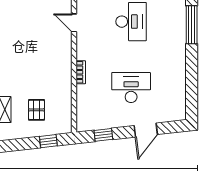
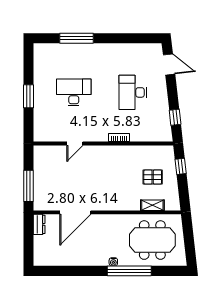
door: (146, 130) -> (169, 64), moved

